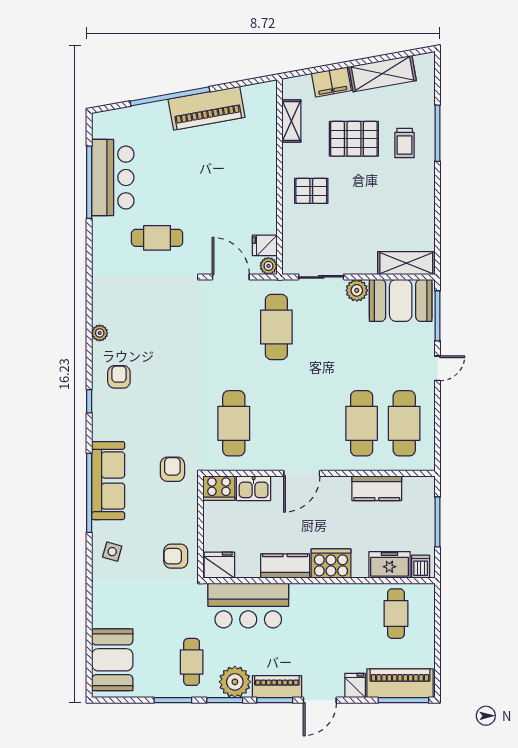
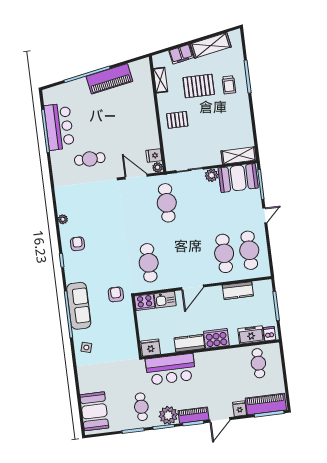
armchair: (176, 556) -> (124, 345), removed

